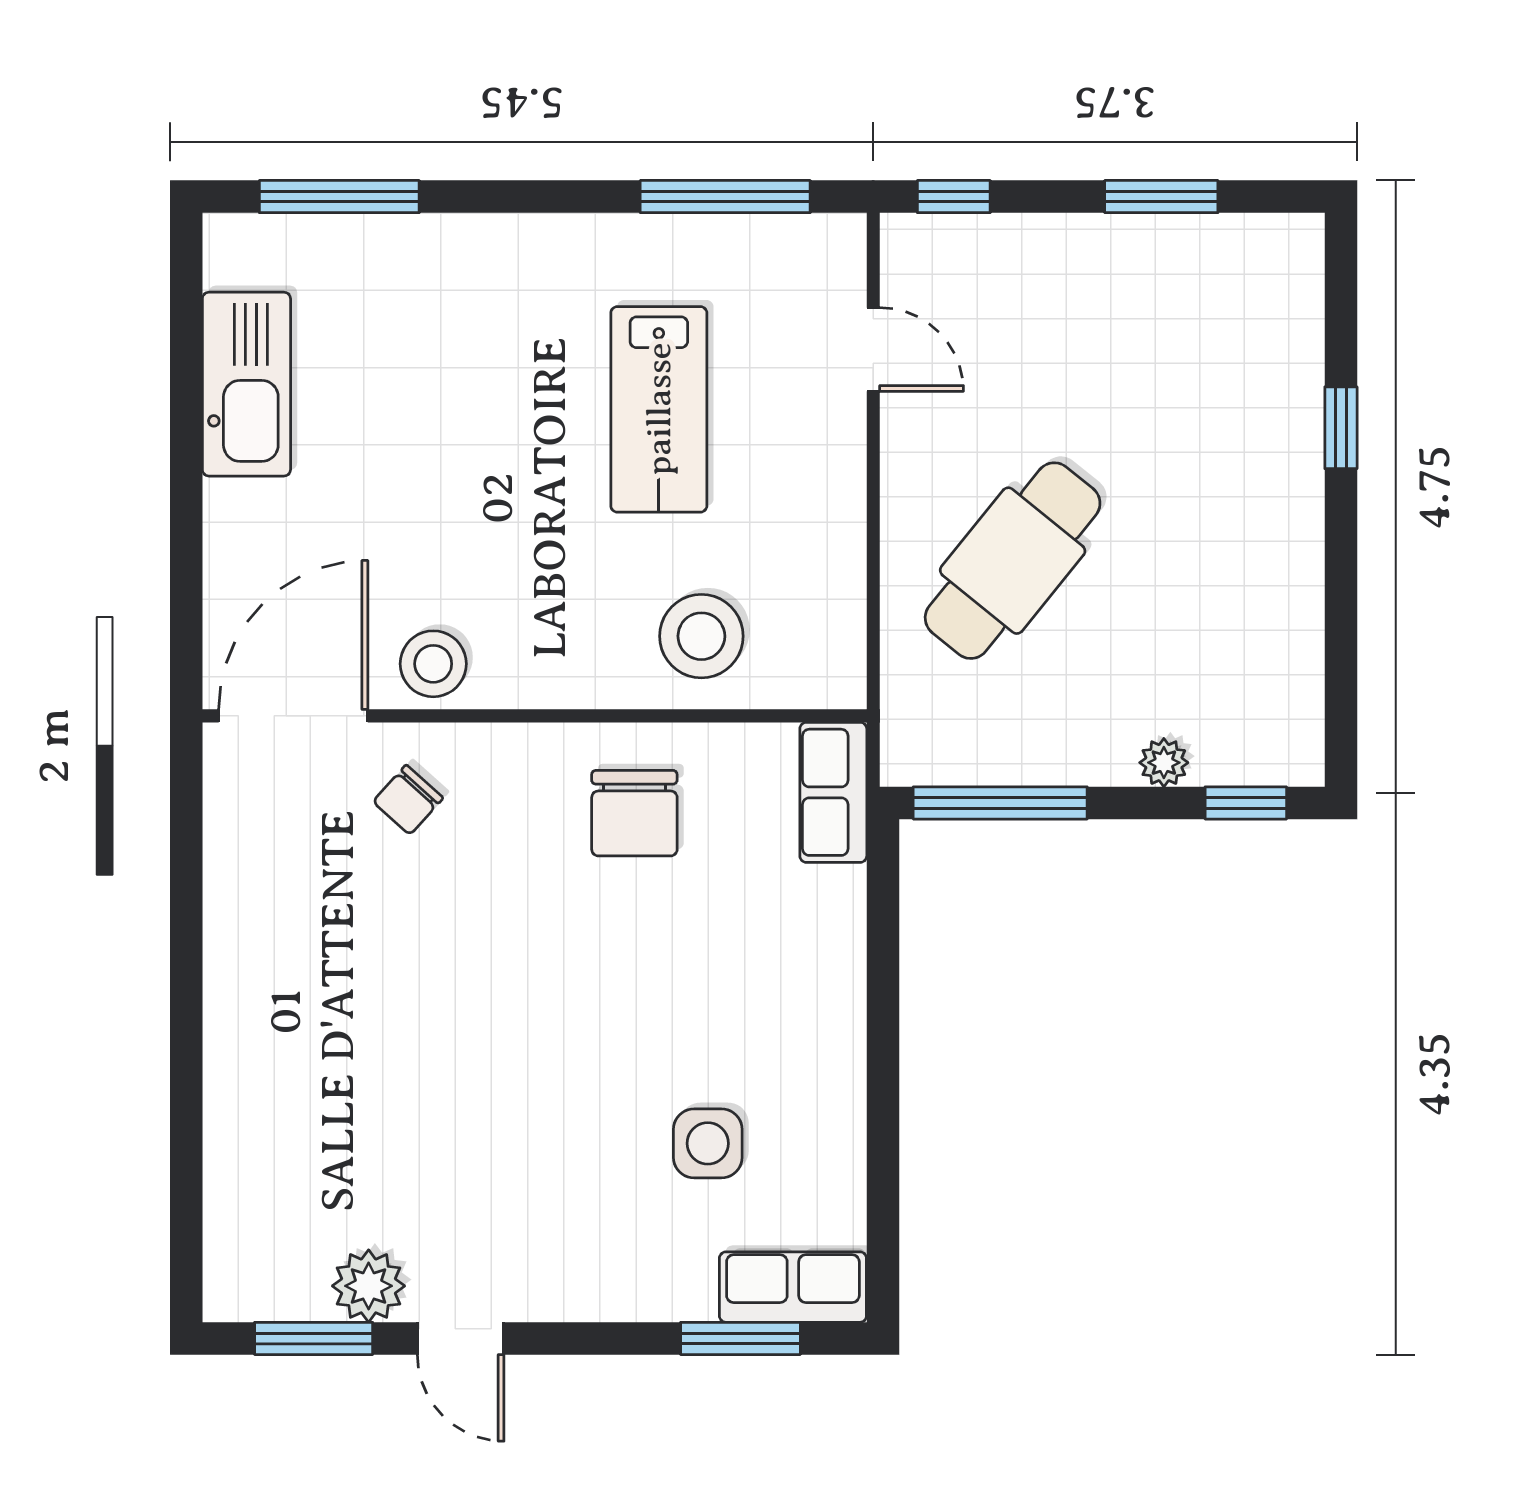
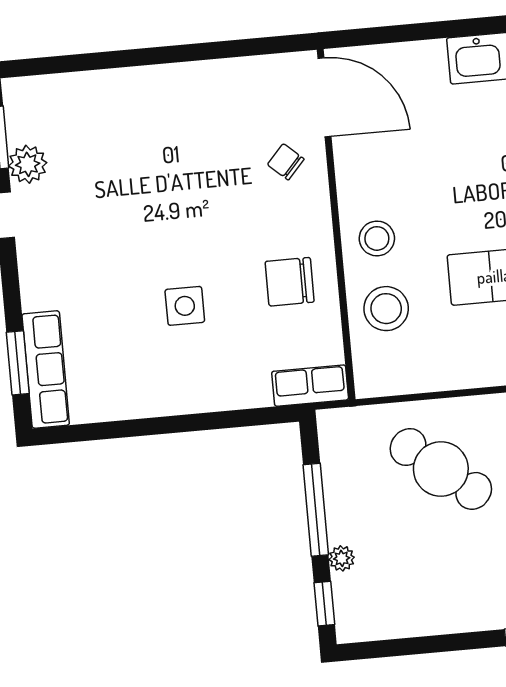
stool: (433, 664) -> (377, 238), moved
window: (1000, 803) -> (316, 510), moved
side table: (708, 1143) -> (185, 306), moved
row of seats: (793, 1287) -> (46, 369), width x1.48

